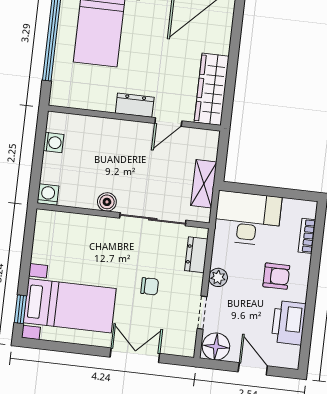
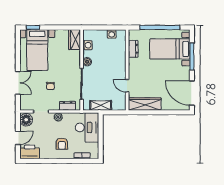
dresser: (135, 105) -> (133, 49), moved
washing machine: (48, 194) -> (87, 45), moved
wardrobe: (56, 223) -> (75, 40), added
printer: (289, 323) -> (30, 152), moved

